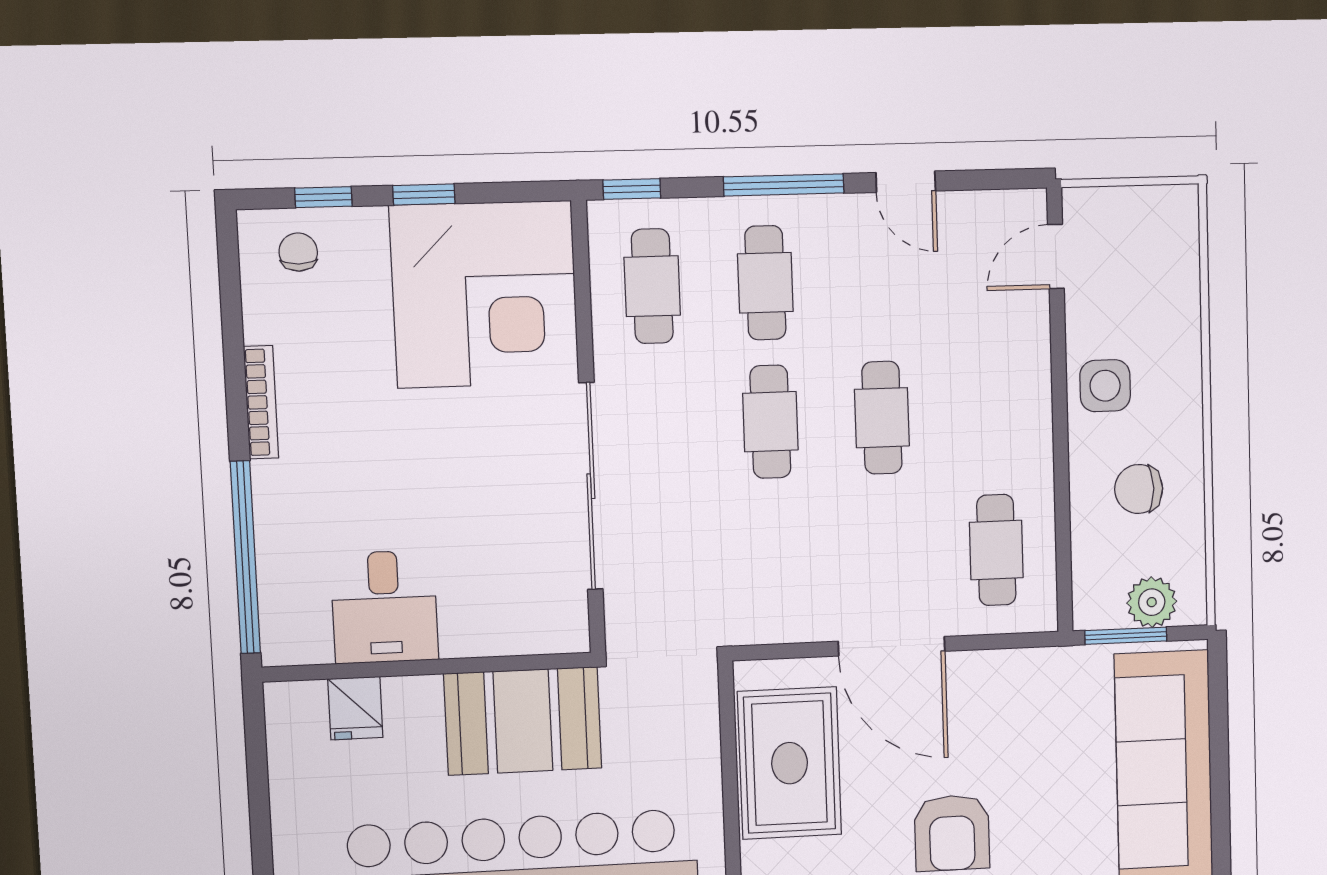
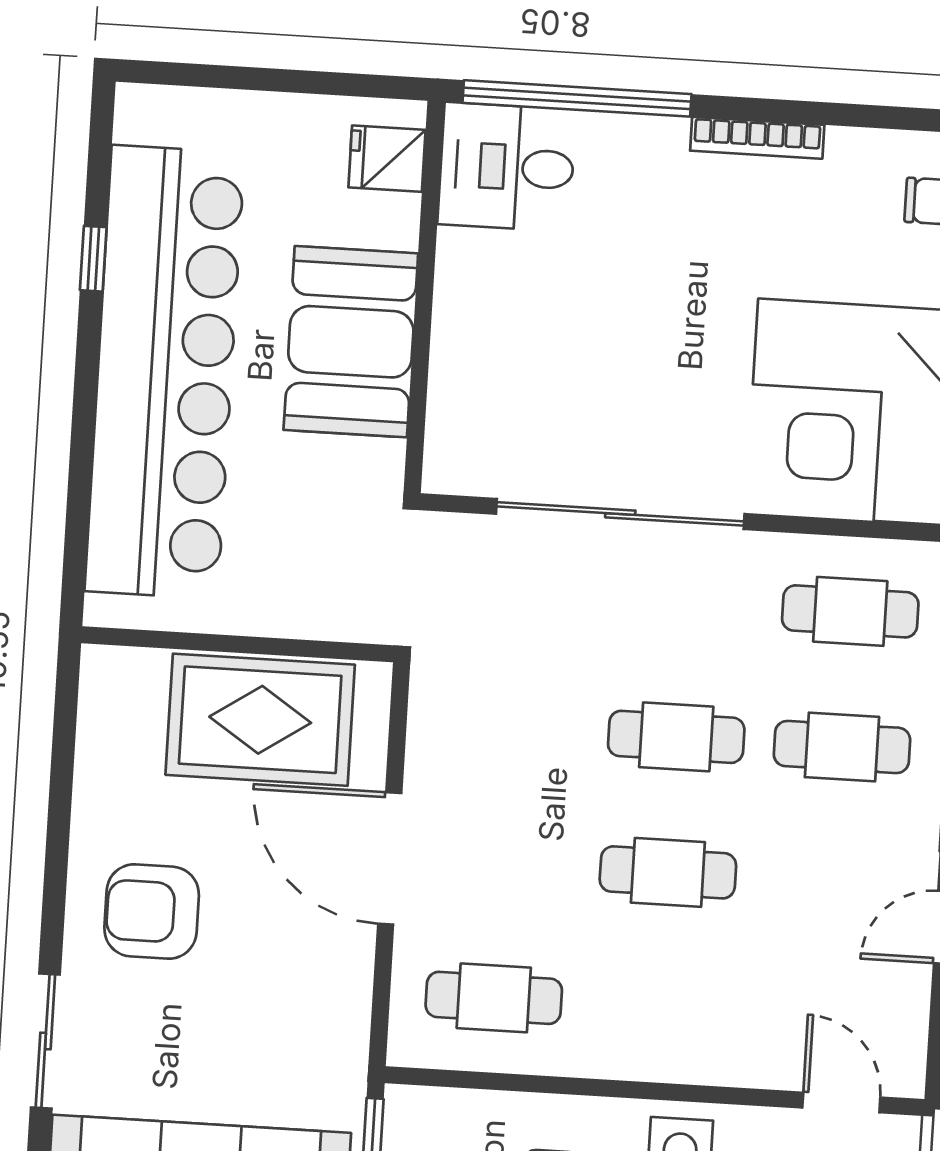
desk: (384, 607) -> (507, 167), moved
door: (892, 646) -> (390, 858), hinge flipped
fridge: (355, 708) -> (387, 159), moved
booth: (523, 721) -> (351, 342), moved

